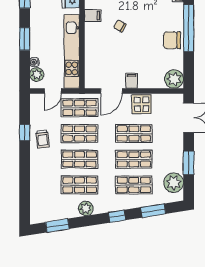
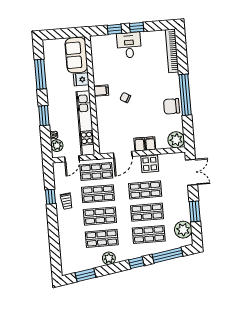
filing cabinet: (144, 81) -> (150, 143), added
window: (153, 211) -> (167, 255), width x1.44

